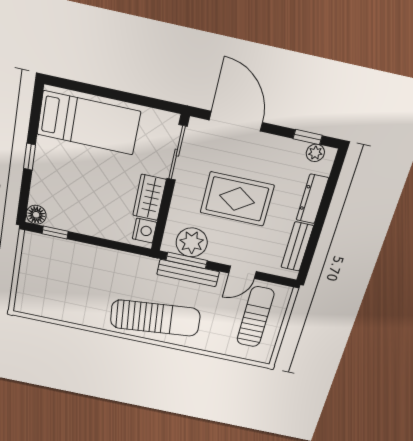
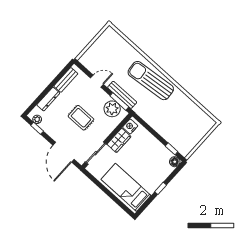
rug: (237, 199) -> (81, 118), width x0.73, depth x0.70
sun lounger: (255, 317) -> (103, 55), removed

